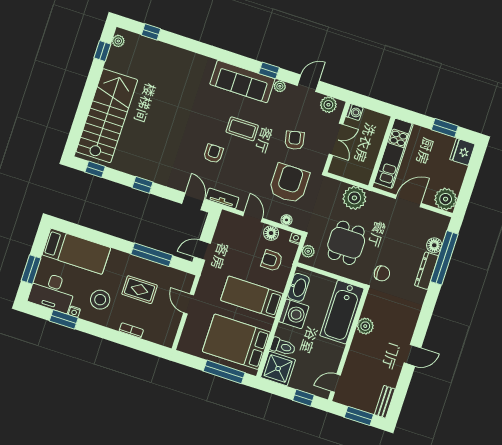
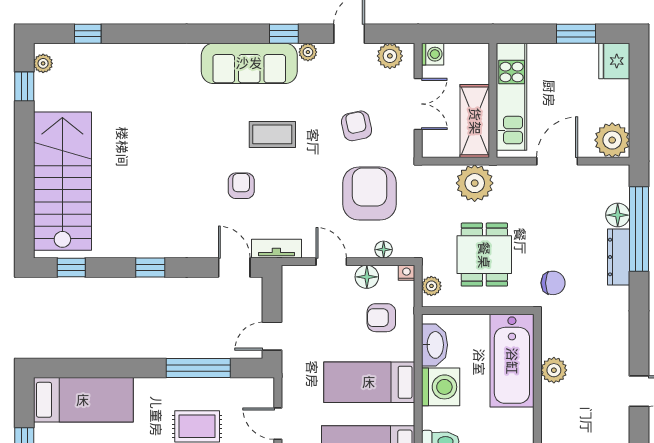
shelving: (367, 161) -> (475, 121), added

